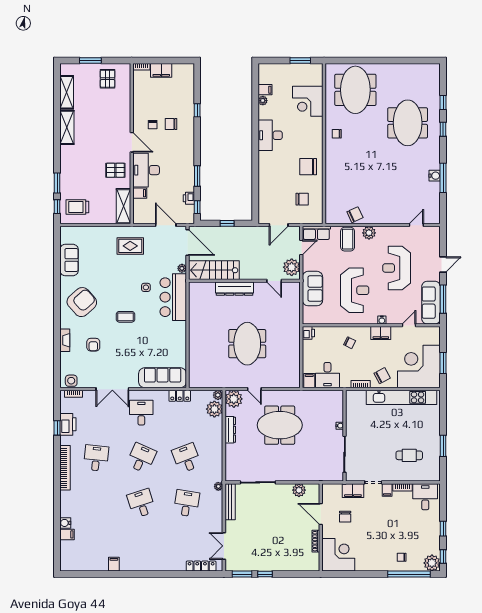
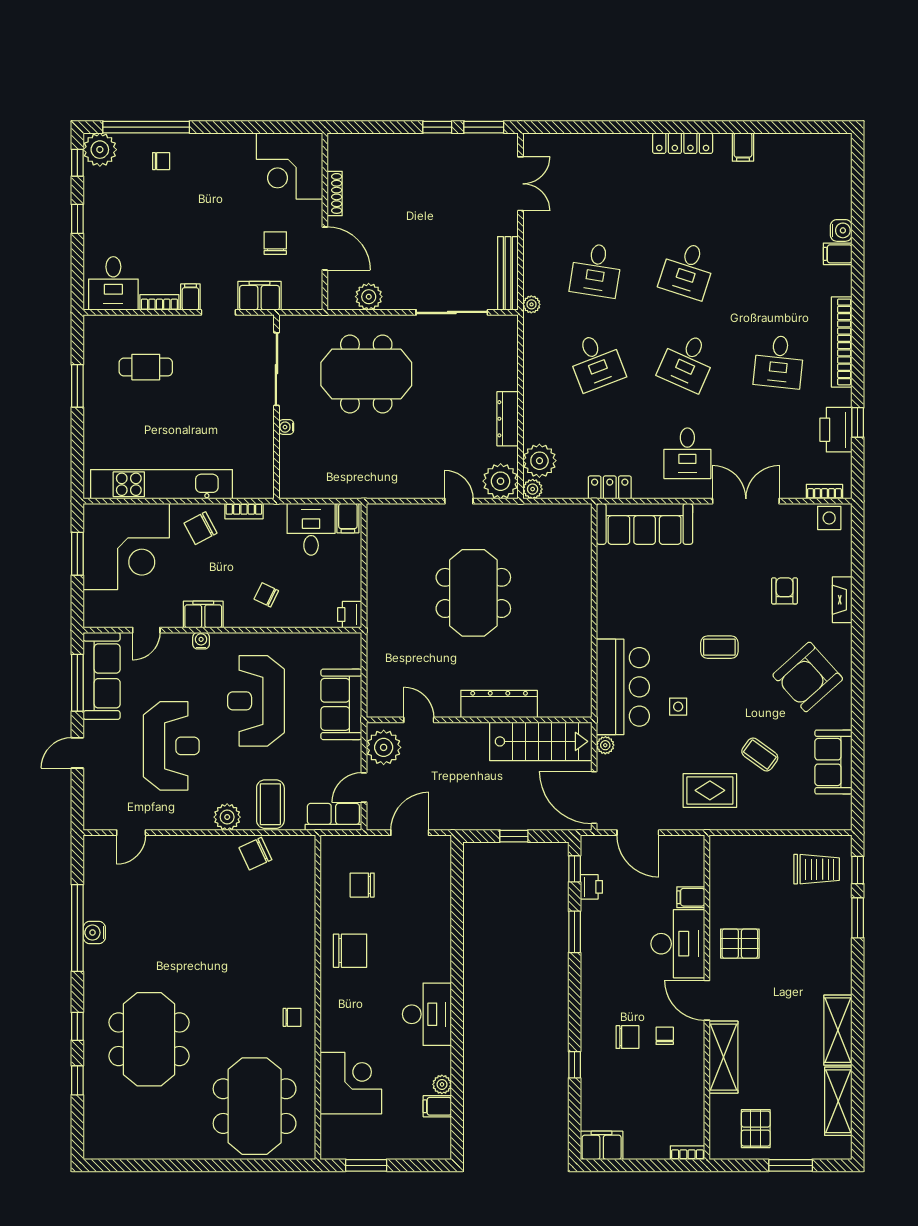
filing cabinet: (161, 70) -> (602, 1145), moved
window: (443, 178) -> (77, 928), width x1.46
shelving: (123, 206) -> (724, 1057), moved
coffee table: (105, 264) -> (760, 755), added
meeting table: (280, 425) -> (366, 374), moved
desk: (141, 503) -> (687, 270), turned 36
filing cabinet: (67, 534) -> (838, 254), moved
locker: (201, 566) -> (683, 143), moved

